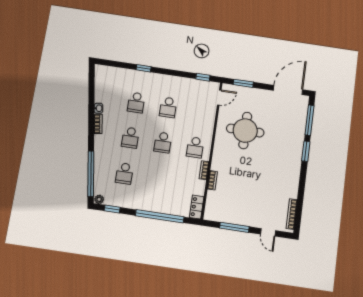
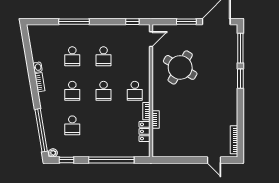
window: (144, 68) -> (74, 22), width x2.17
window: (243, 83) -> (186, 22), moved
round table: (245, 131) -> (180, 67), turned 31
locker: (197, 207) -> (144, 131), moved
window: (234, 227) -> (182, 160), removed

